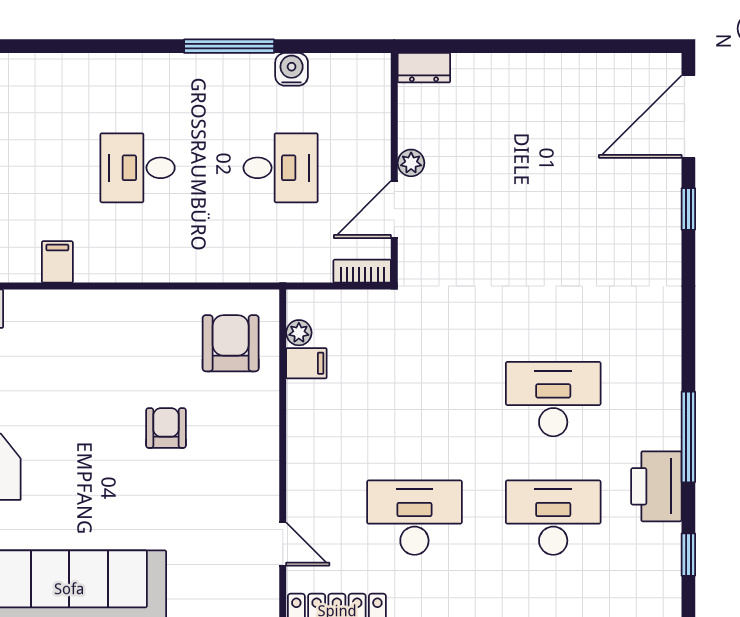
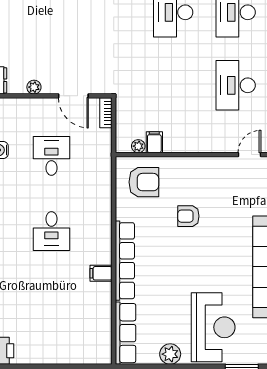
plant: (411, 163) -> (34, 87), moved
row of seats: (81, 307) -> (125, 261), added
armchair: (231, 343) -> (144, 182), turned 180

